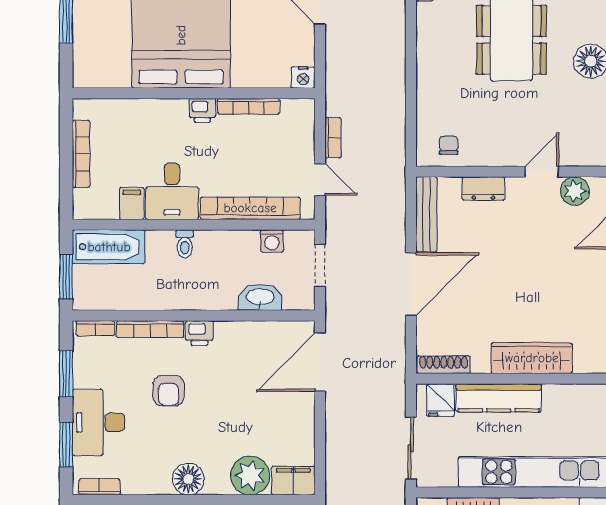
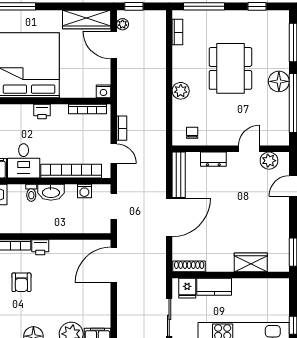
plant: (430, 77) -> (181, 91), added
bookcase: (249, 106) -> (87, 109), moved
washbasin: (260, 297) -> (51, 192), moved, turned 180
wardrobe: (532, 358) -> (251, 262), width x0.67
kitchen counter: (499, 398) -> (214, 287), width x0.67

